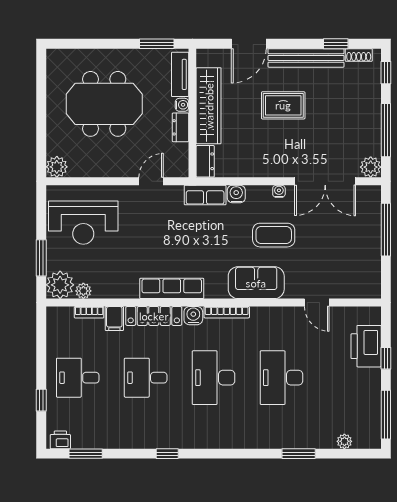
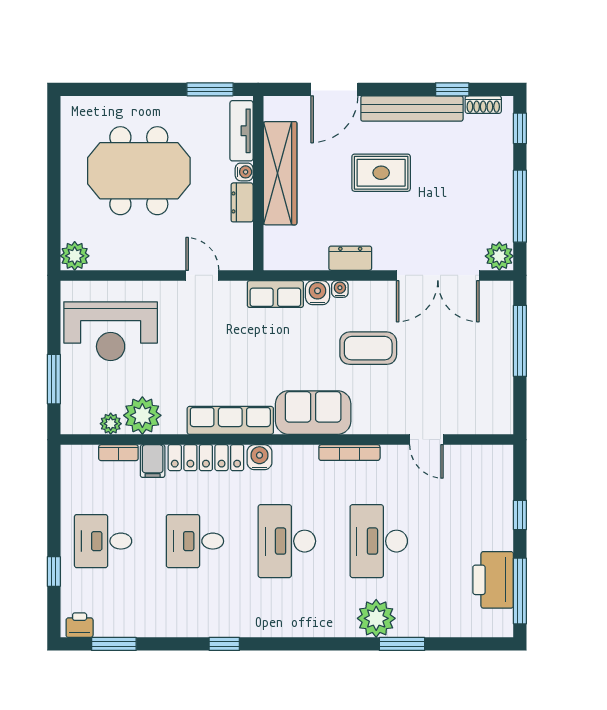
dresser: (205, 161) -> (350, 258), moved, turned -90
door: (151, 181) -> (202, 275), hinge flipped
water cooler: (279, 191) -> (340, 289), moved
sofa: (256, 283) -> (313, 413), moved
plant: (60, 285) -> (142, 415), moved
bookcase: (227, 312) -> (349, 453), moved
printer: (366, 346) -> (493, 580), moved
plant: (344, 441) -> (376, 618), moved, width x1.87, depth x1.87

